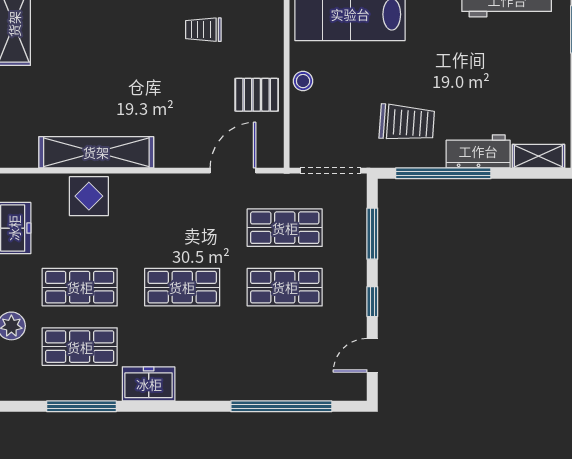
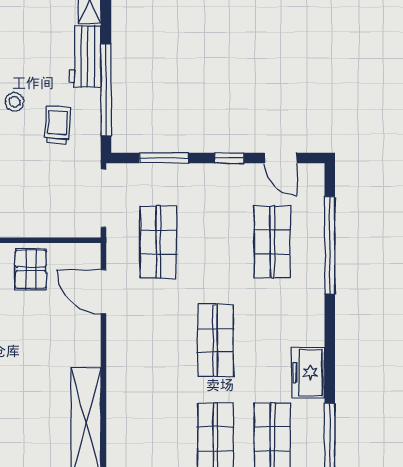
stool: (303, 81) -> (14, 102), moved
trolley: (407, 123) -> (58, 125), width x0.73, depth x0.72
display table: (89, 196) -> (128, 430), removed
shop shelf: (285, 287) -> (272, 242), moved

